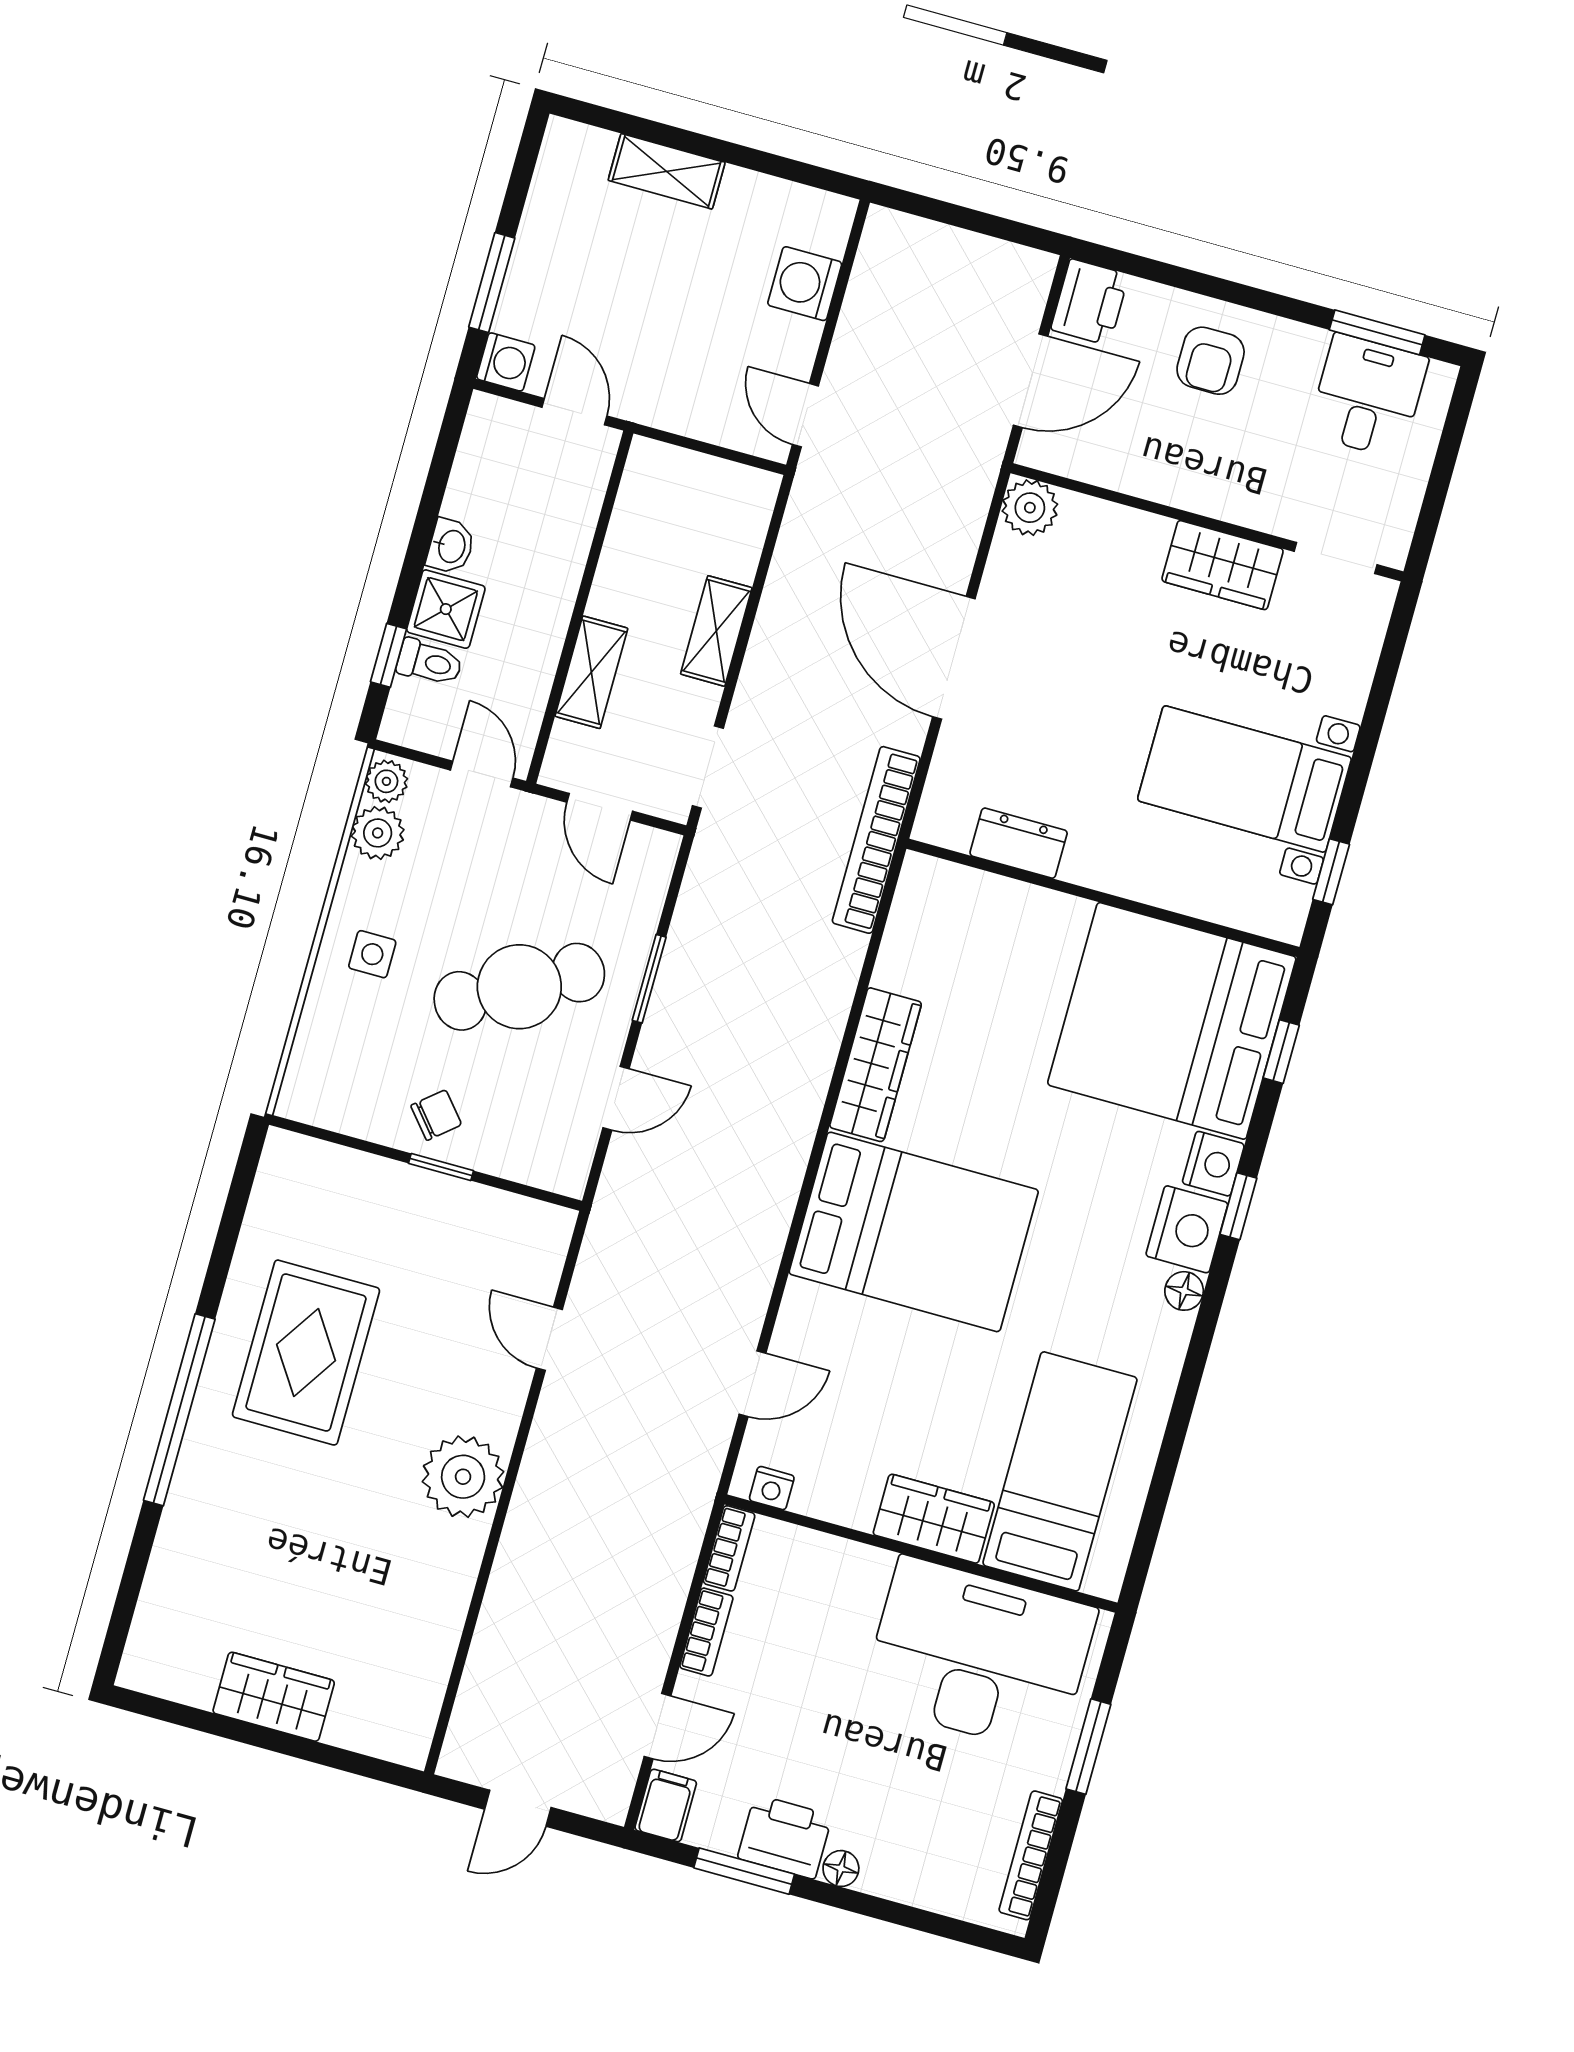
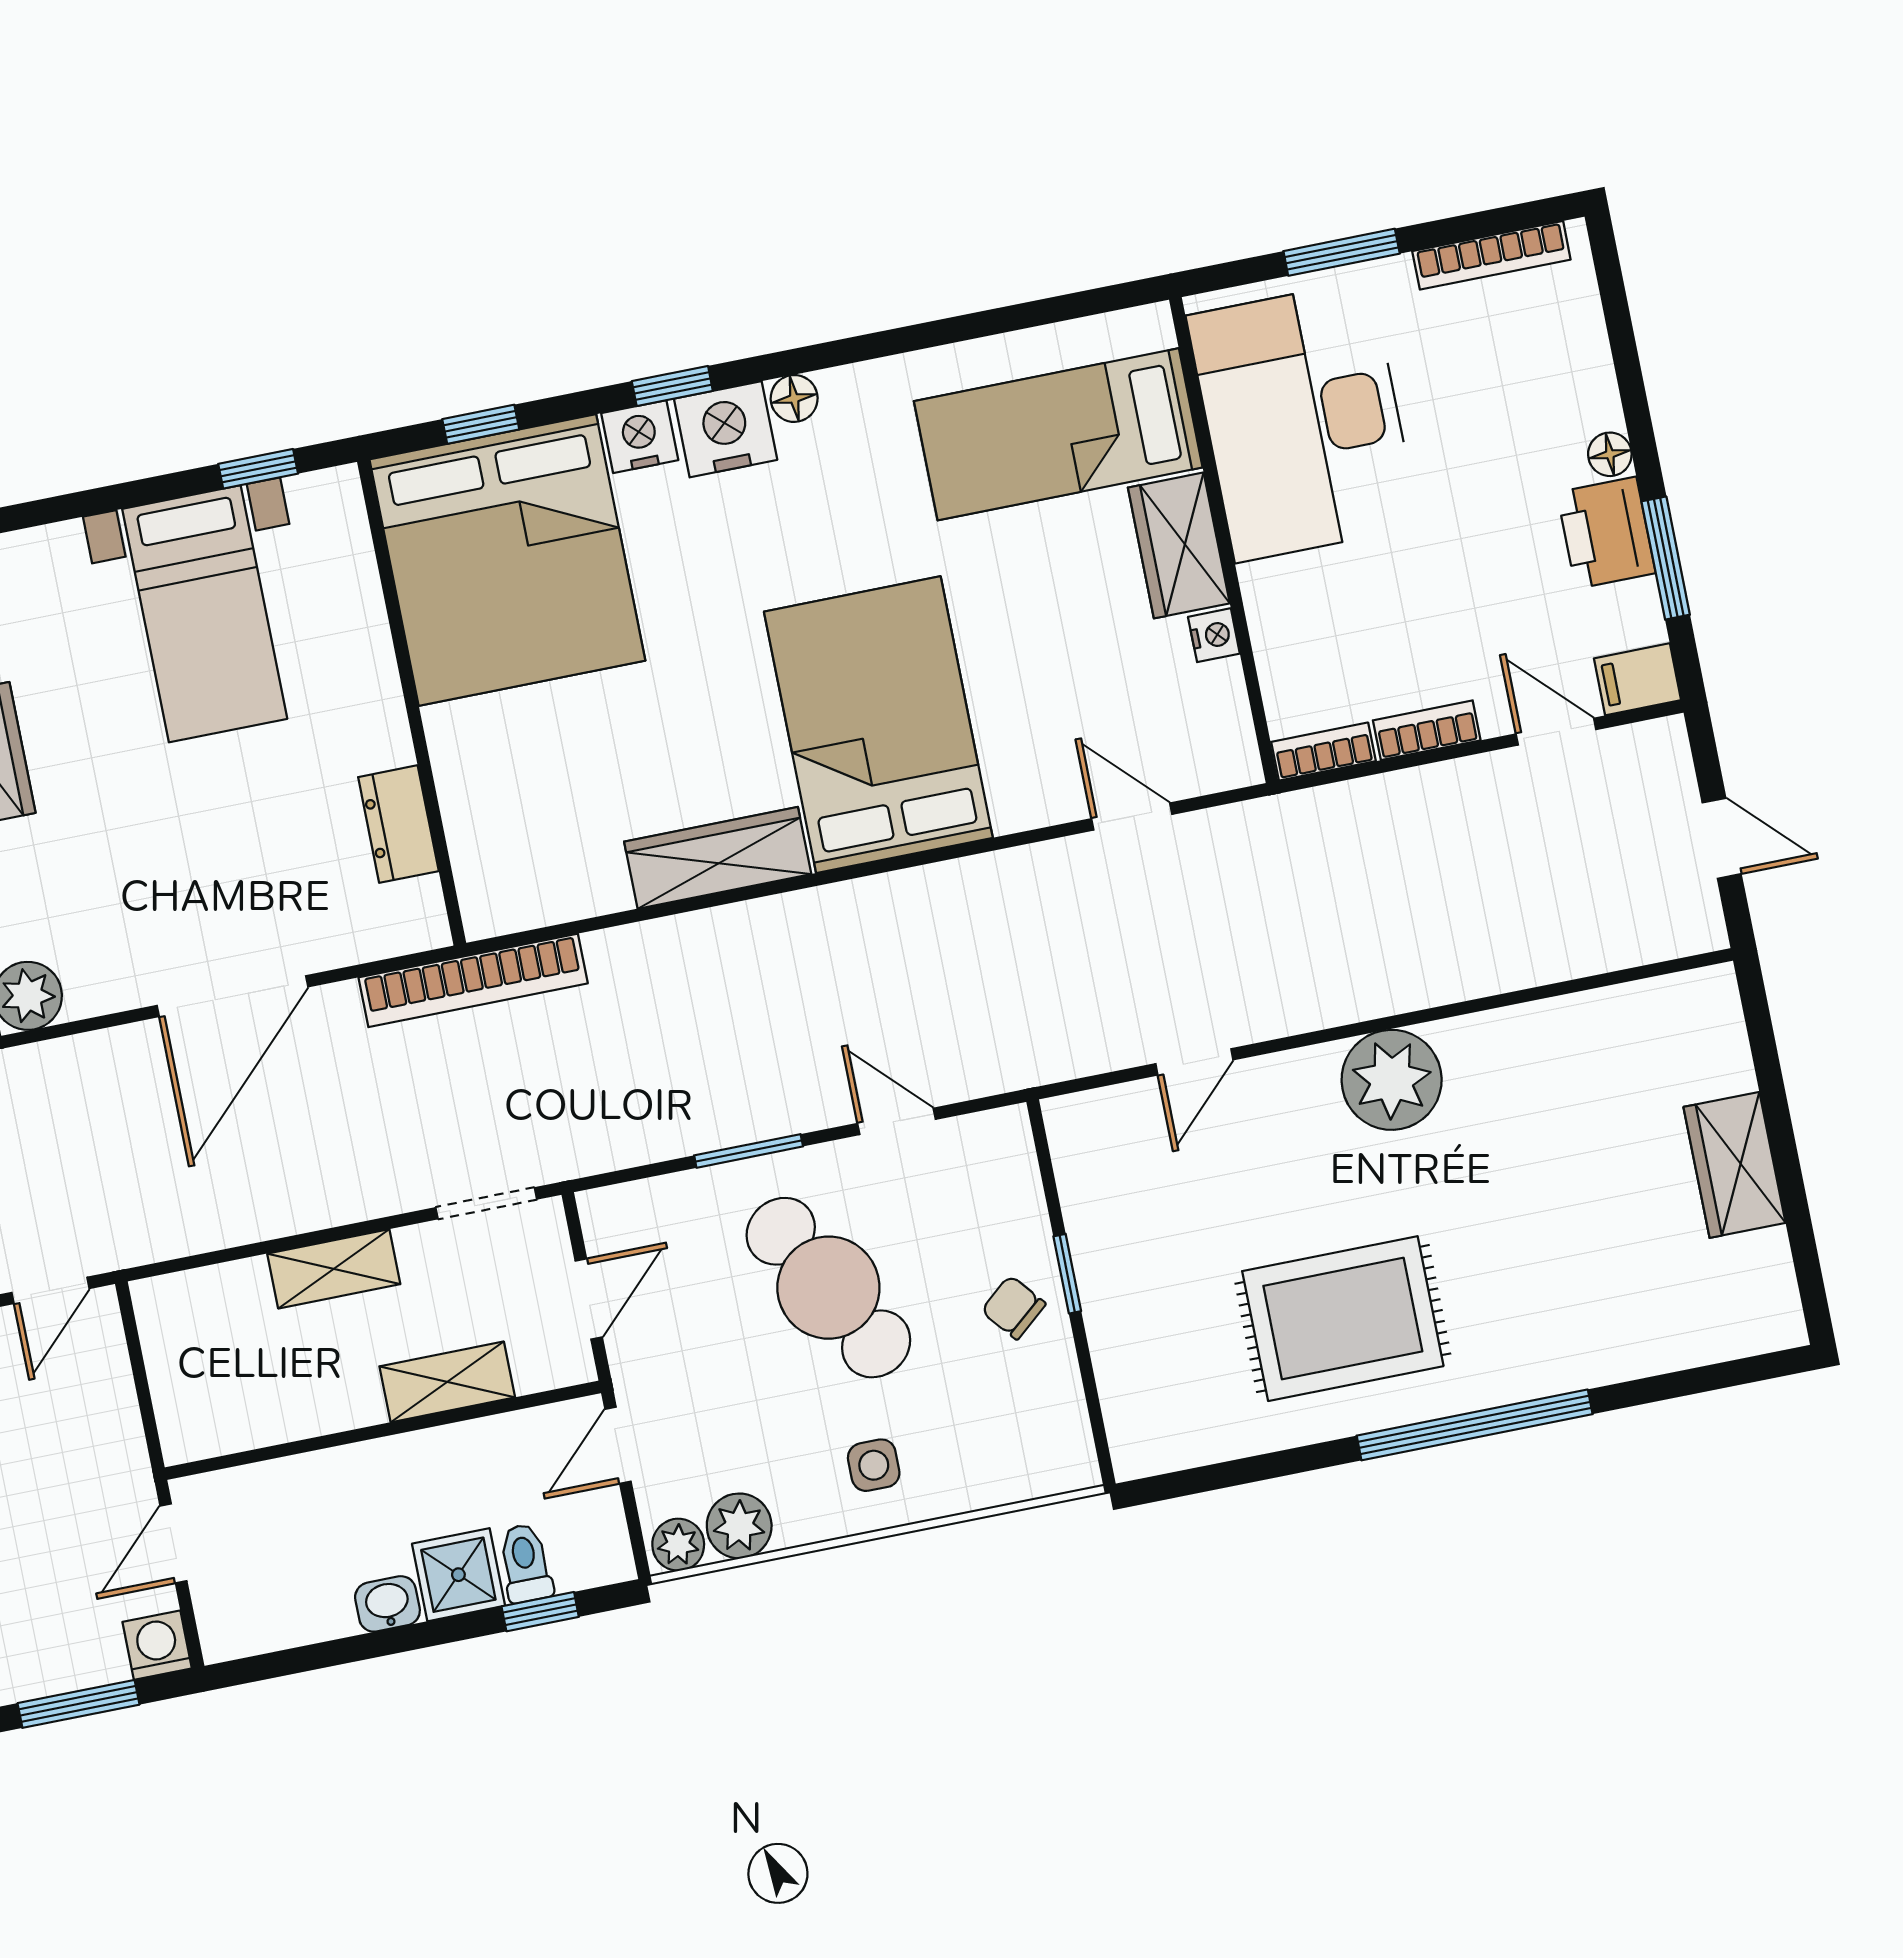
nightstand: (772, 1488) -> (1214, 635), moved

